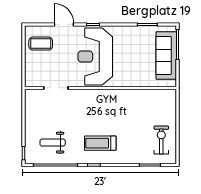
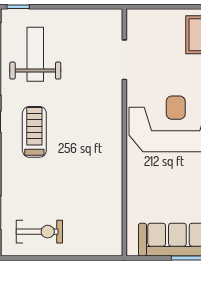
weight bench: (53, 143) -> (35, 54), width x1.36, depth x1.33

